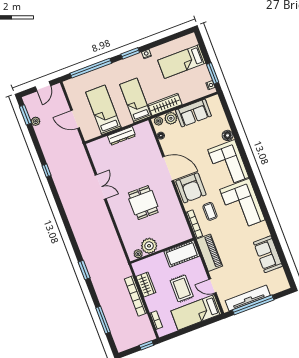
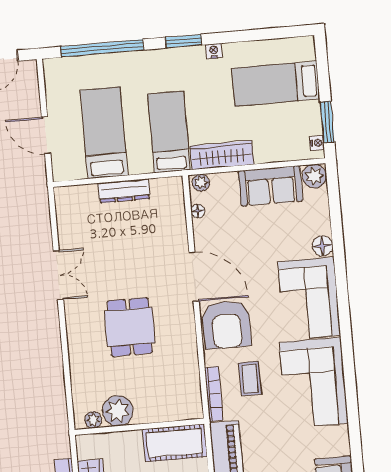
plant: (171, 118) -> (314, 176), moved

